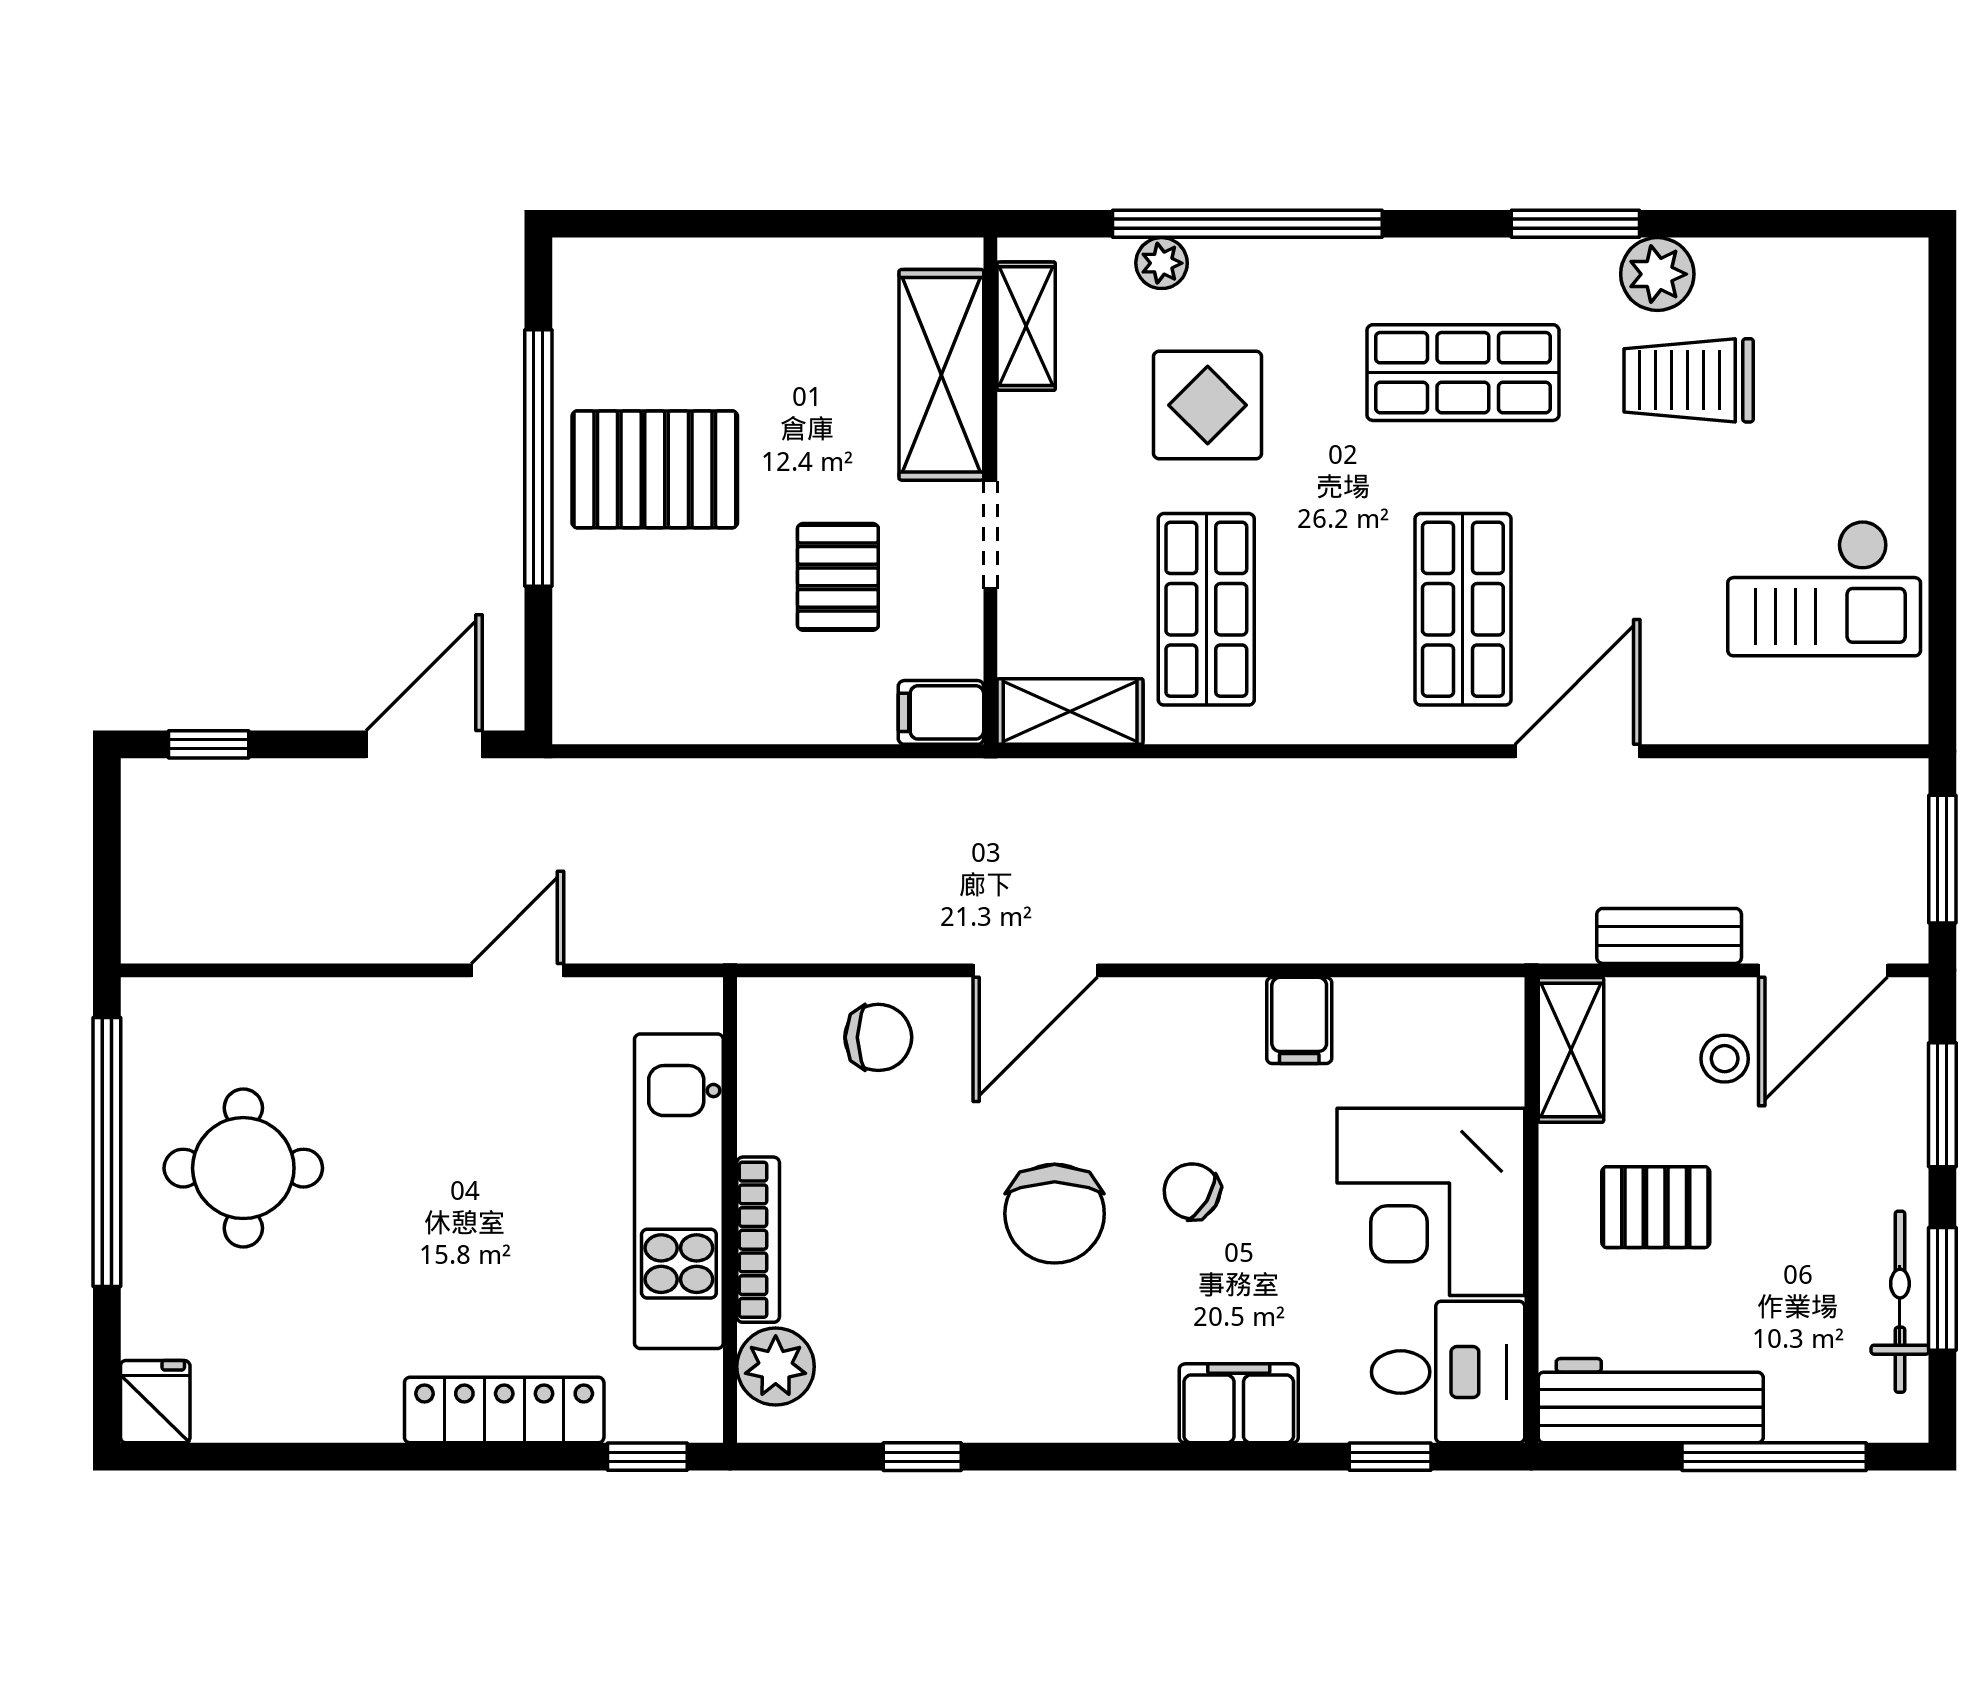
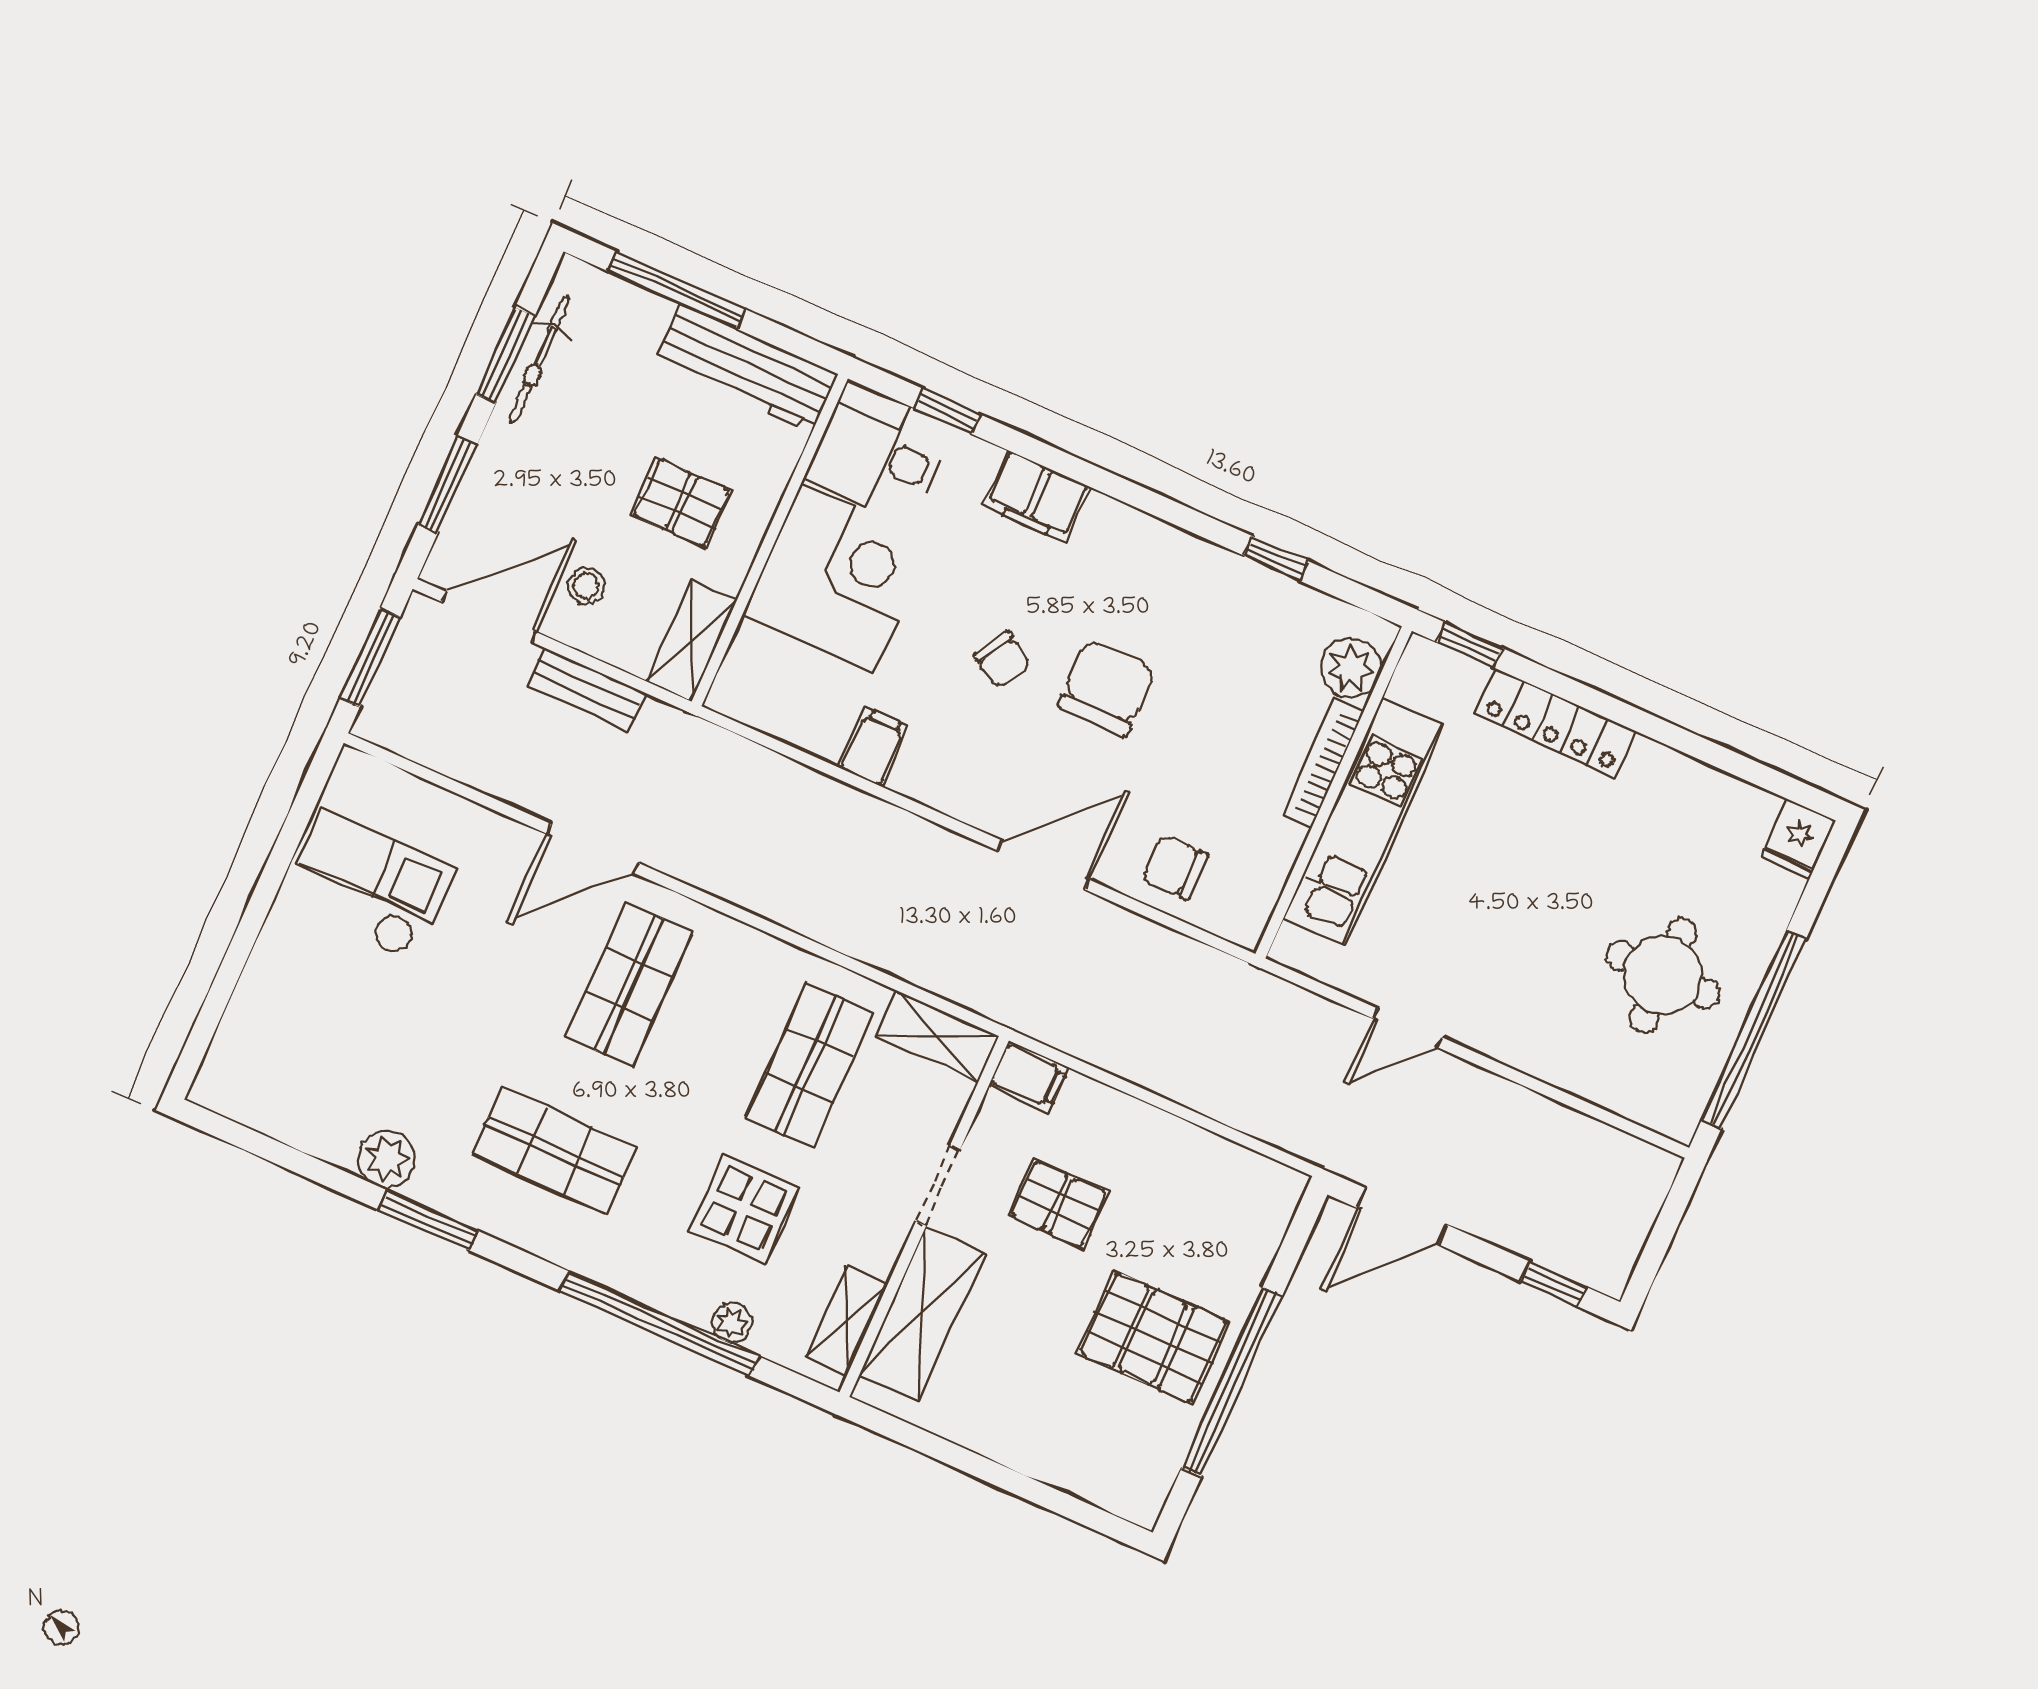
trolley: (1689, 380) -> (398, 1075), removed
pallet: (838, 577) -> (1058, 1204), turned 90

